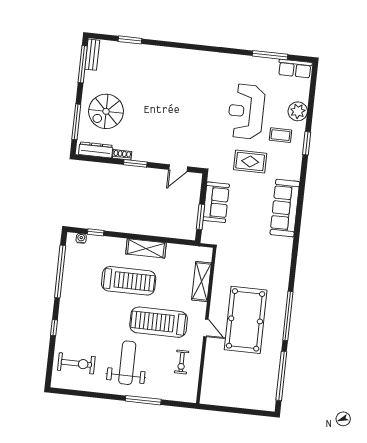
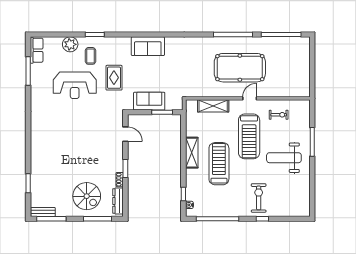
sofa: (285, 208) -> (148, 46), width x0.73
exercise bike: (76, 363) -> (259, 198), moved

